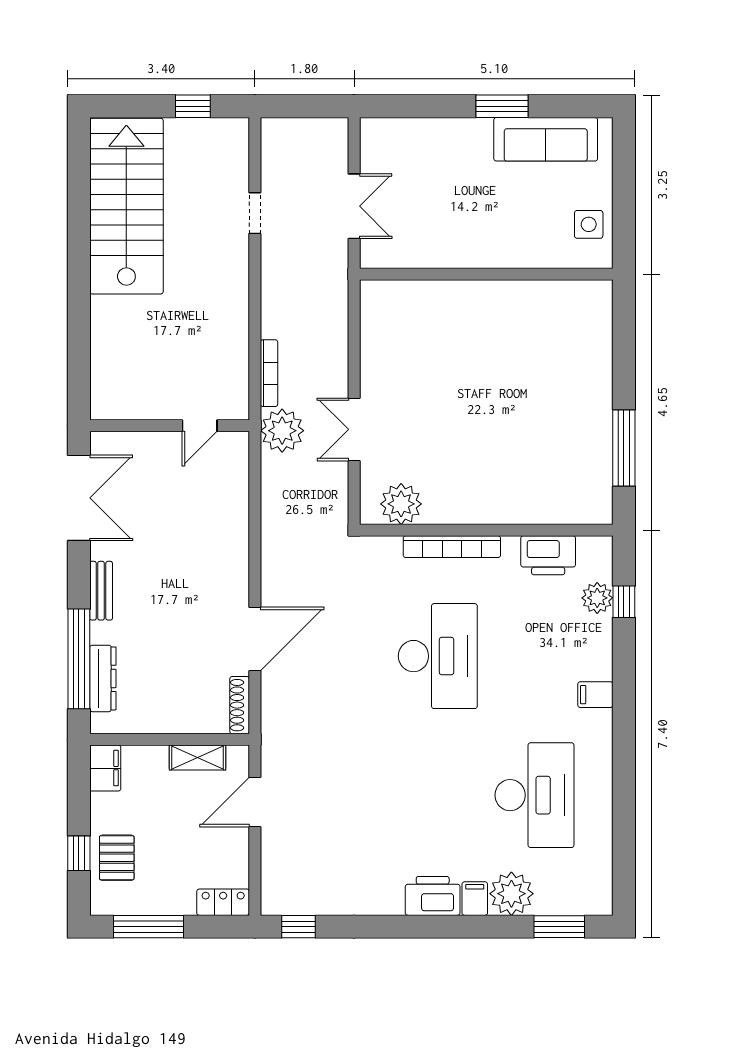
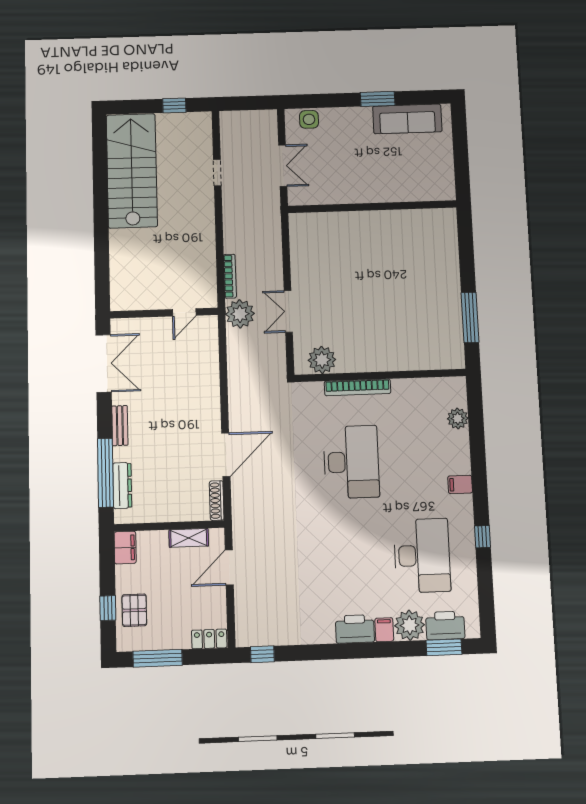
side table: (589, 224) -> (309, 119), moved
printer: (548, 555) -> (445, 625), moved, turned 180
window: (624, 602) -> (483, 537), moved

